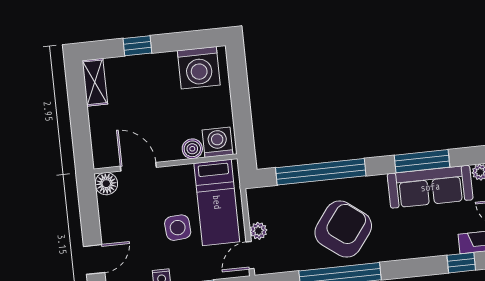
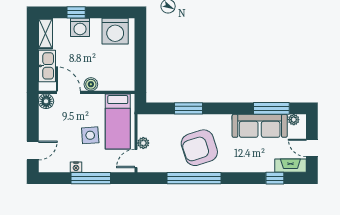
kitchen sink: (102, 131) -> (47, 66), added
washing machine: (217, 142) -> (80, 27), moved, turned 180
boiler: (192, 149) -> (91, 84), moved
window: (422, 161) -> (271, 108), moved
window: (321, 172) -> (188, 108), width x0.47
armchair: (343, 229) -> (199, 148), turned -145

